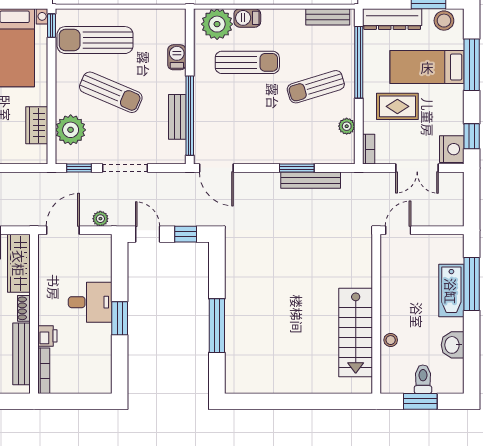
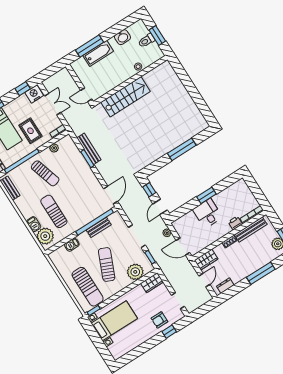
wardrobe: (37, 125) -> (152, 283), moved
wardrobe: (19, 263) -> (206, 260), width x0.67
stairs: (356, 332) -> (126, 97), moved

